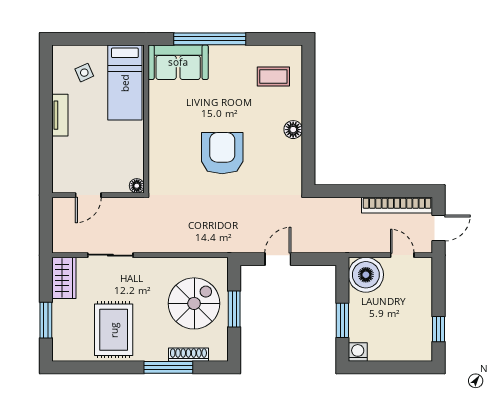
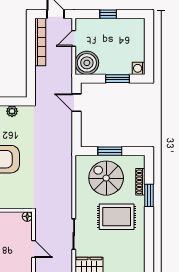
plant: (294, 163) -> (12, 111), added
door: (278, 259) -> (76, 103), moved
window: (438, 329) -> (108, 14), moved
rug: (114, 330) -> (117, 217), moved
window: (168, 367) -> (149, 195), width x0.69

